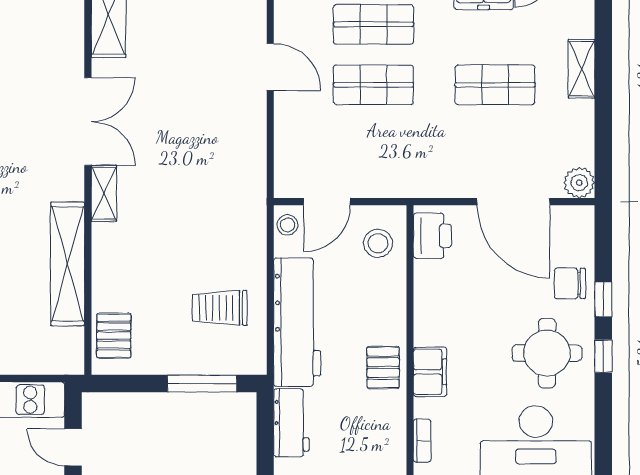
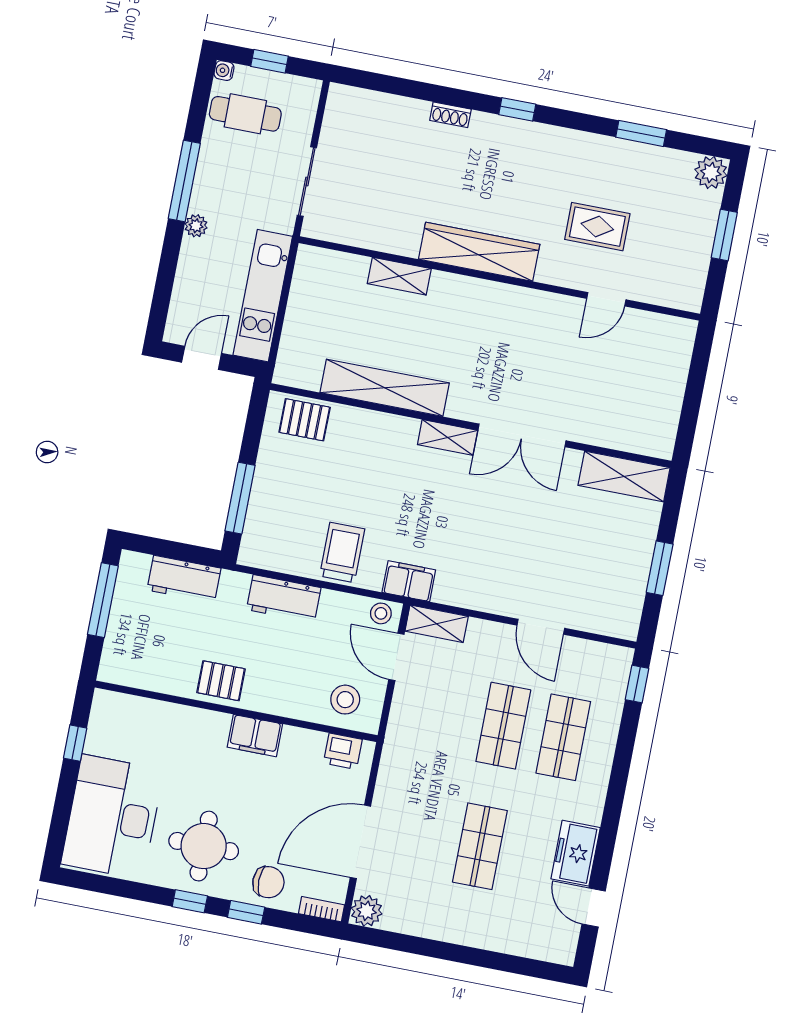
door: (270, 67) -> (541, 627), hinge flipped
shelving: (582, 69) -> (437, 624), moved
filing cabinet: (251, 204) -> (409, 581), added
printer: (432, 236) -> (343, 751), width x0.73, depth x0.81
chair: (570, 283) -> (268, 882), turned 90
trolley: (220, 308) -> (342, 552), moved
workbench: (297, 322) -> (284, 599), width x0.53, depth x0.76
filing cabinet: (430, 372) -> (255, 736), moved
bookcase: (422, 441) -> (322, 909), moved, turned 180

